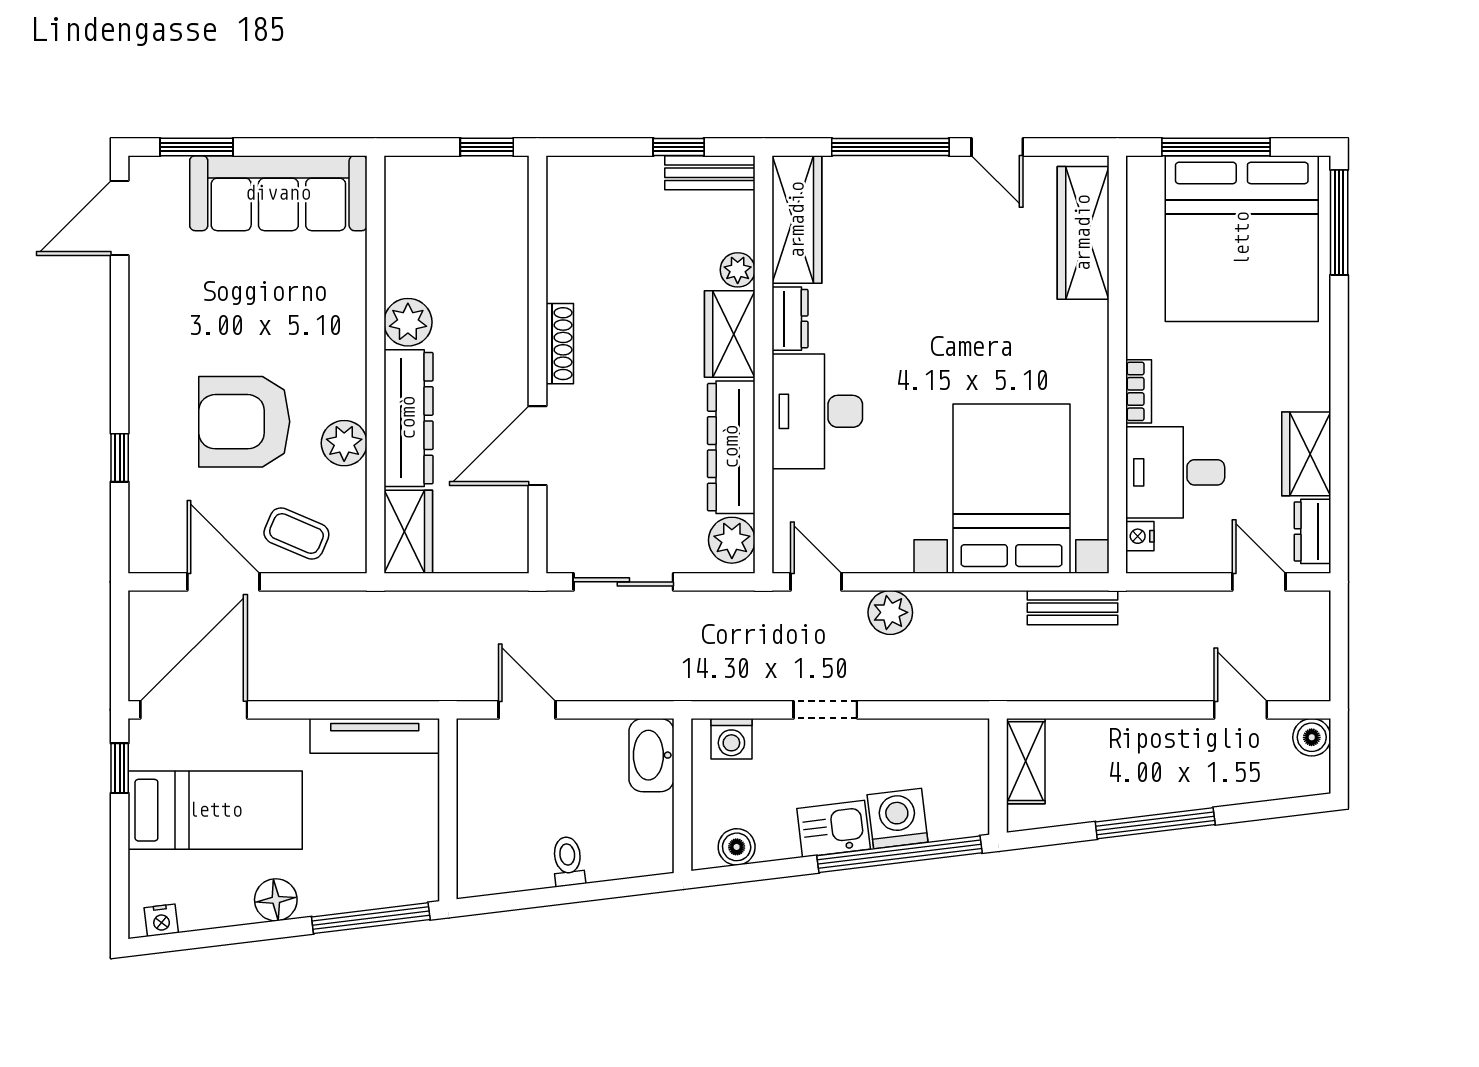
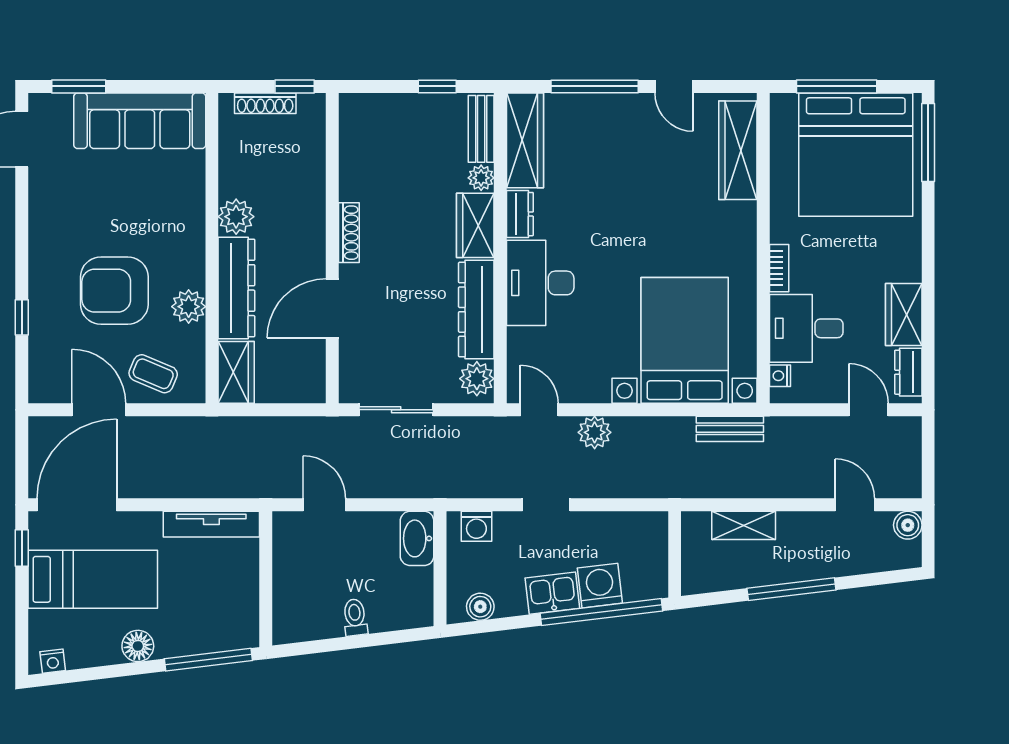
shoe rack: (447, 170) -> (265, 103), added
bench: (710, 173) -> (481, 129), moved, turned 90
shelving: (1026, 761) -> (744, 525), moved, turned 90

